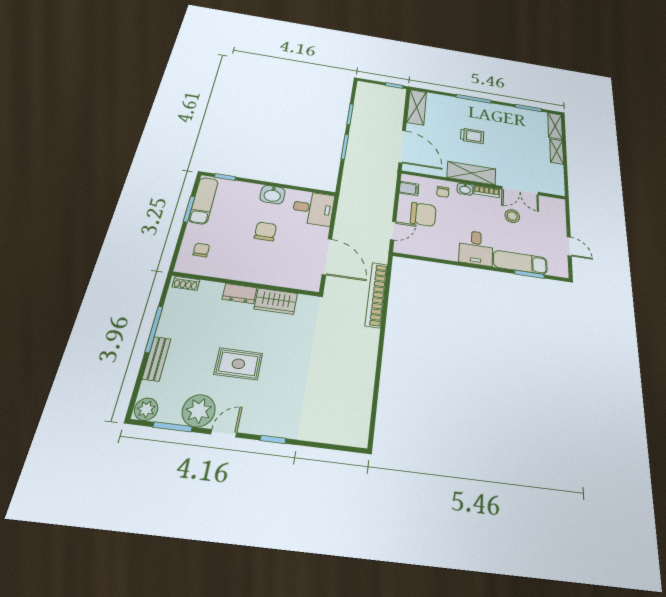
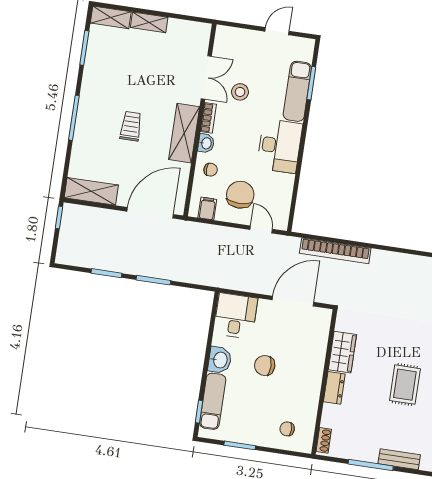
exam couch: (203, 201) -> (213, 401), moved, turned 90
desk: (476, 248) -> (280, 146), width x1.37

